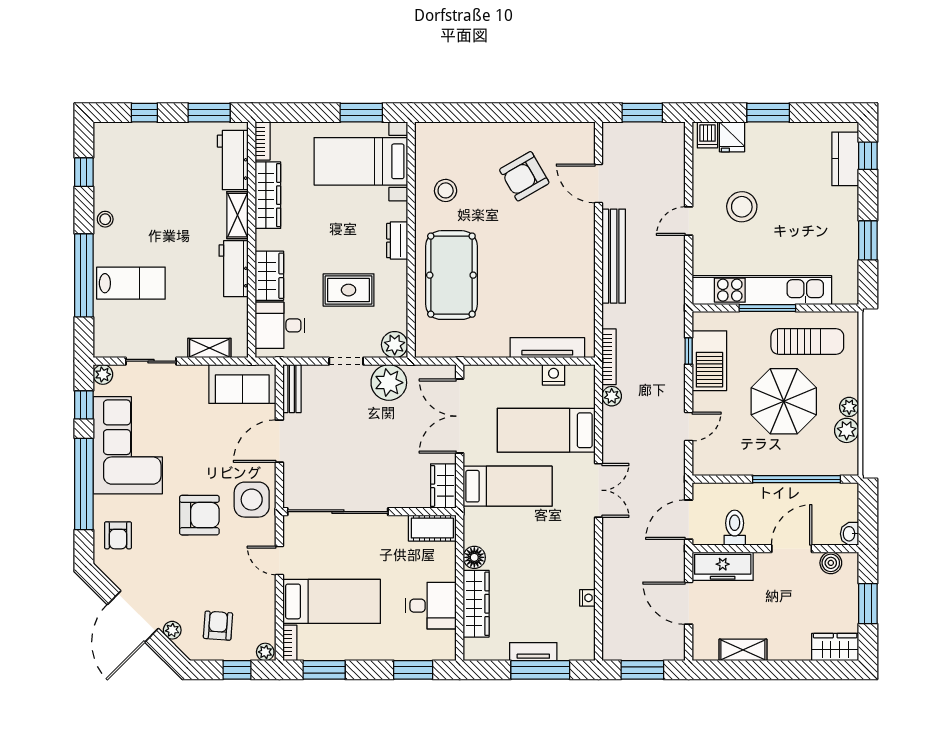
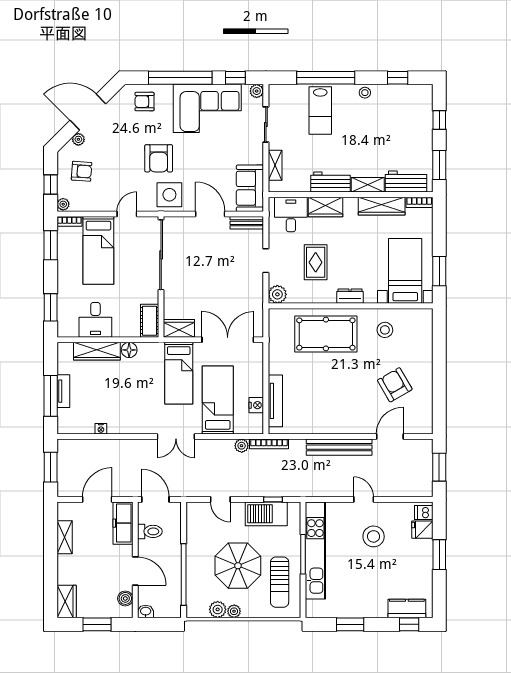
plant: (389, 383) -> (251, 290), removed

